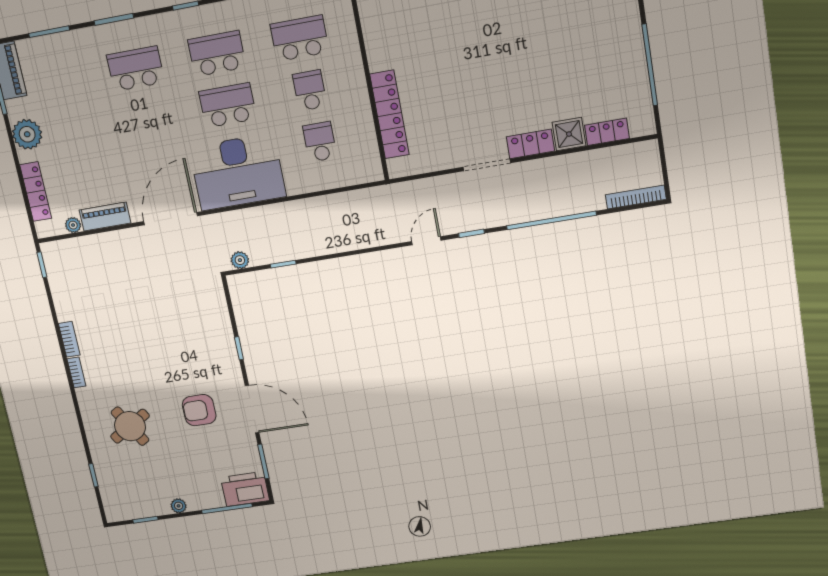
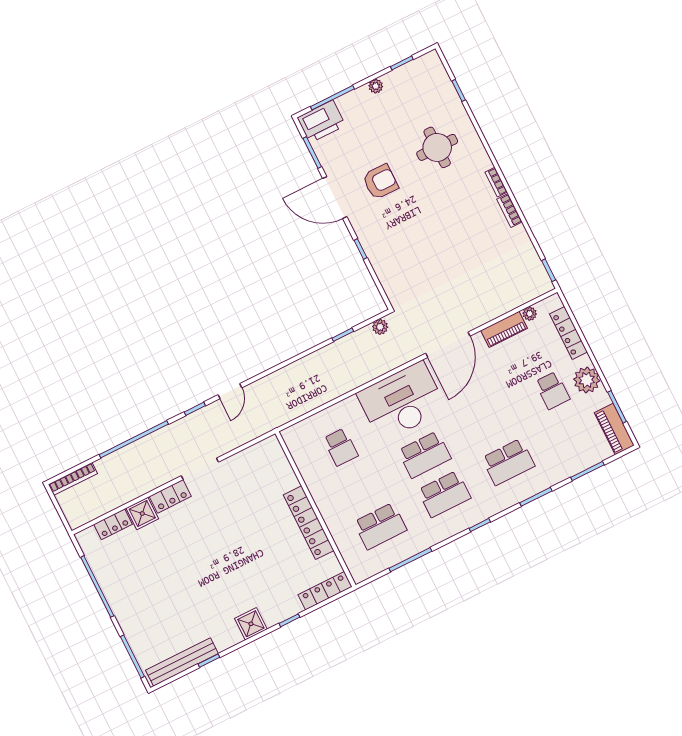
school desk: (310, 90) -> (552, 390), moved
locker: (389, 114) -> (309, 523), moved
round table: (130, 426) -> (437, 147), turned 31

